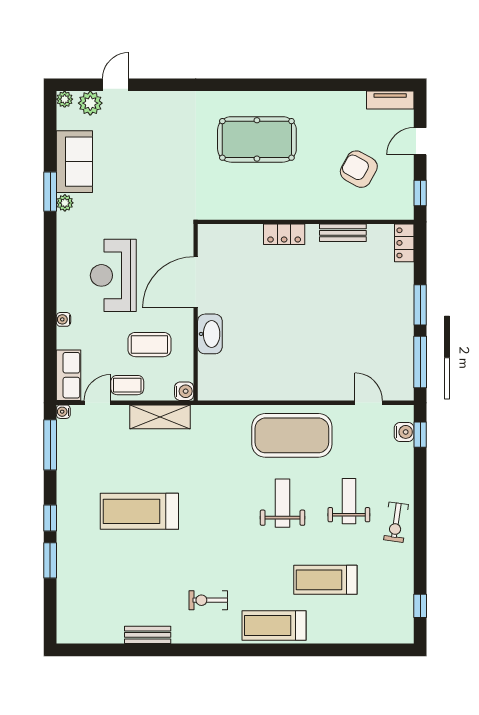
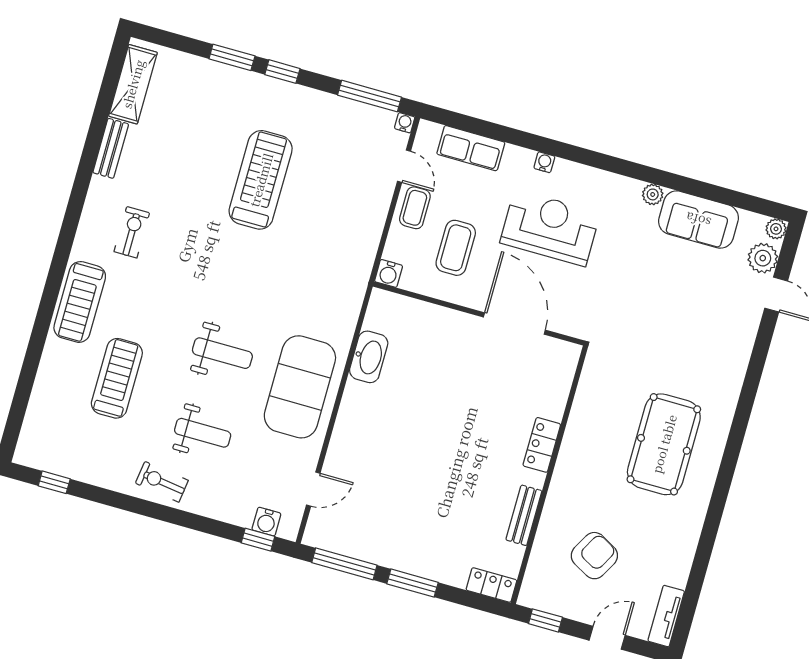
door: (420, 141) -> (607, 638), hinge flipped
window: (50, 192) -> (671, 181), removed
water cooler: (63, 319) -> (544, 162), moved
washbasin: (210, 334) -> (369, 357), moved, turned -90
row of seats: (69, 375) -> (471, 148), moved
shelving: (160, 417) -> (133, 84), moved
treadmill: (274, 625) -> (80, 302), turned 180

